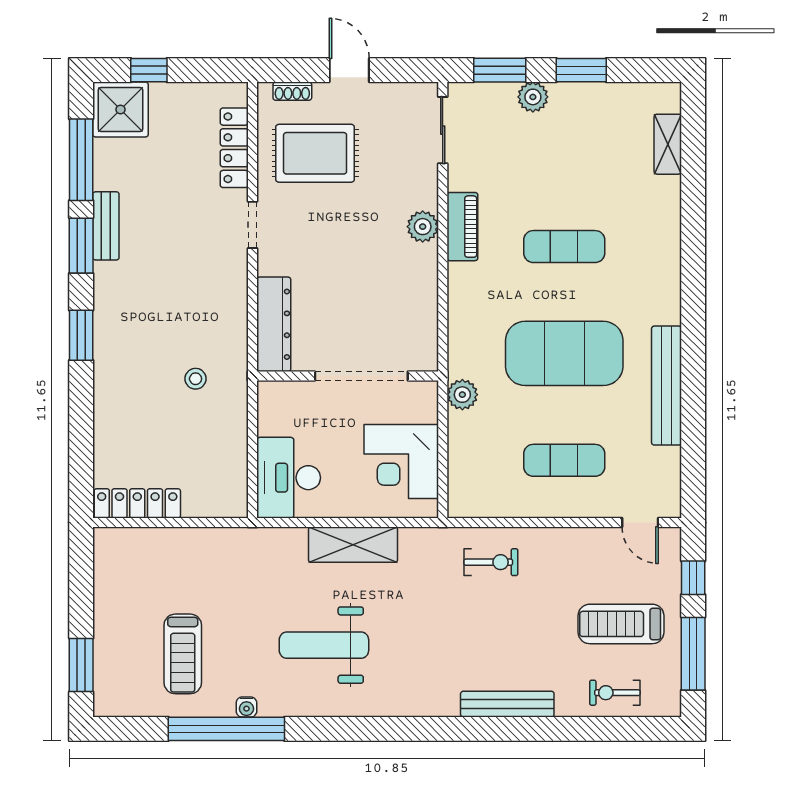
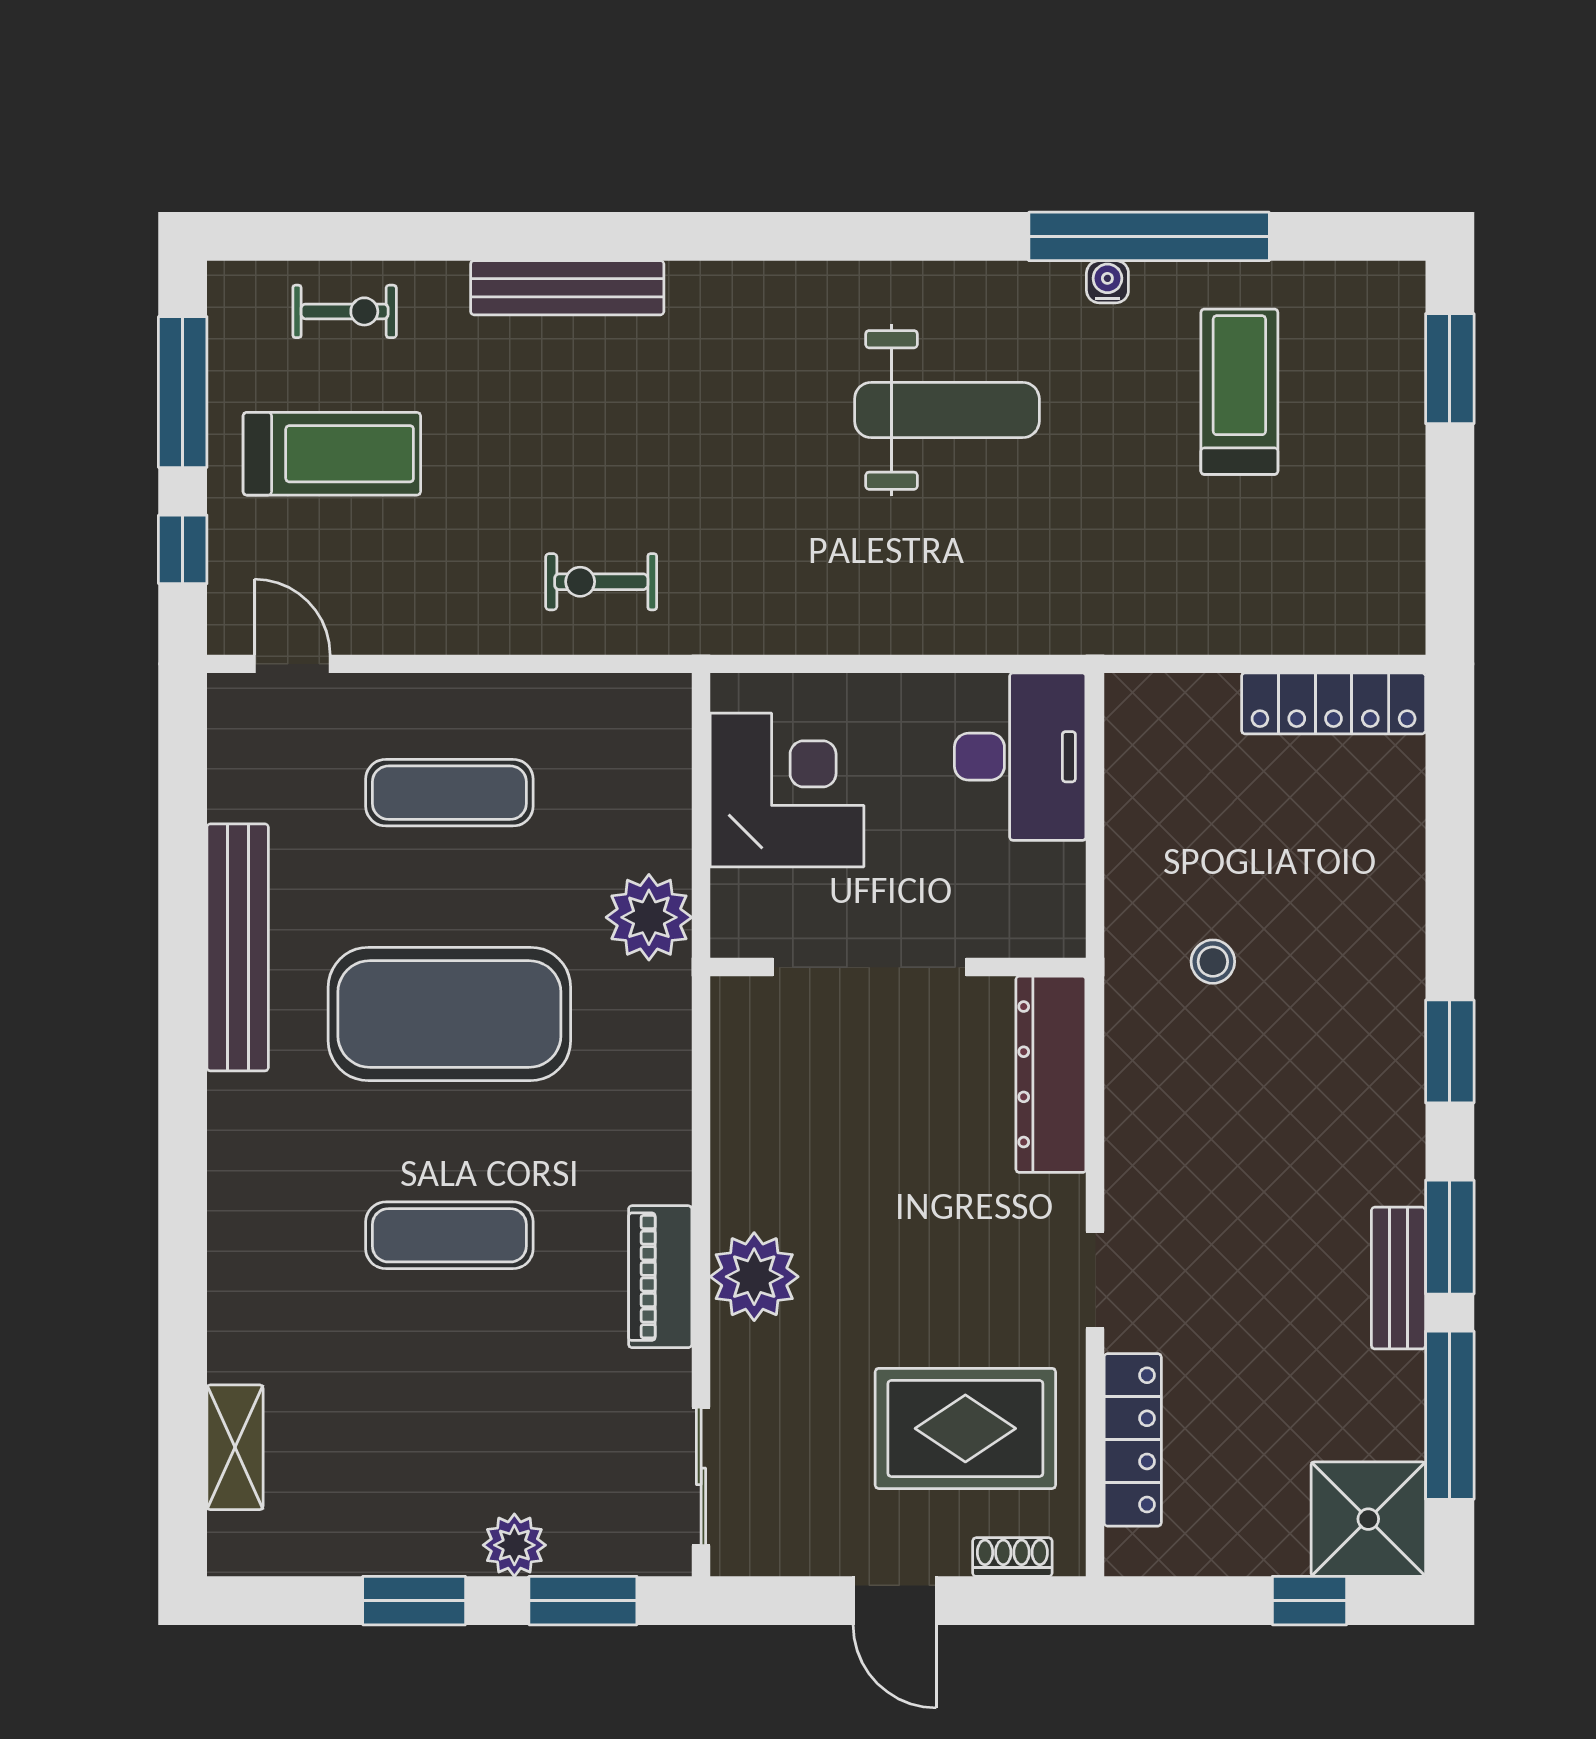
plant: (423, 227) -> (754, 1277), width x1.36, depth x1.36
plant: (462, 395) -> (649, 917), width x1.36, depth x1.36
shelving: (353, 545) -> (887, 618), removed

